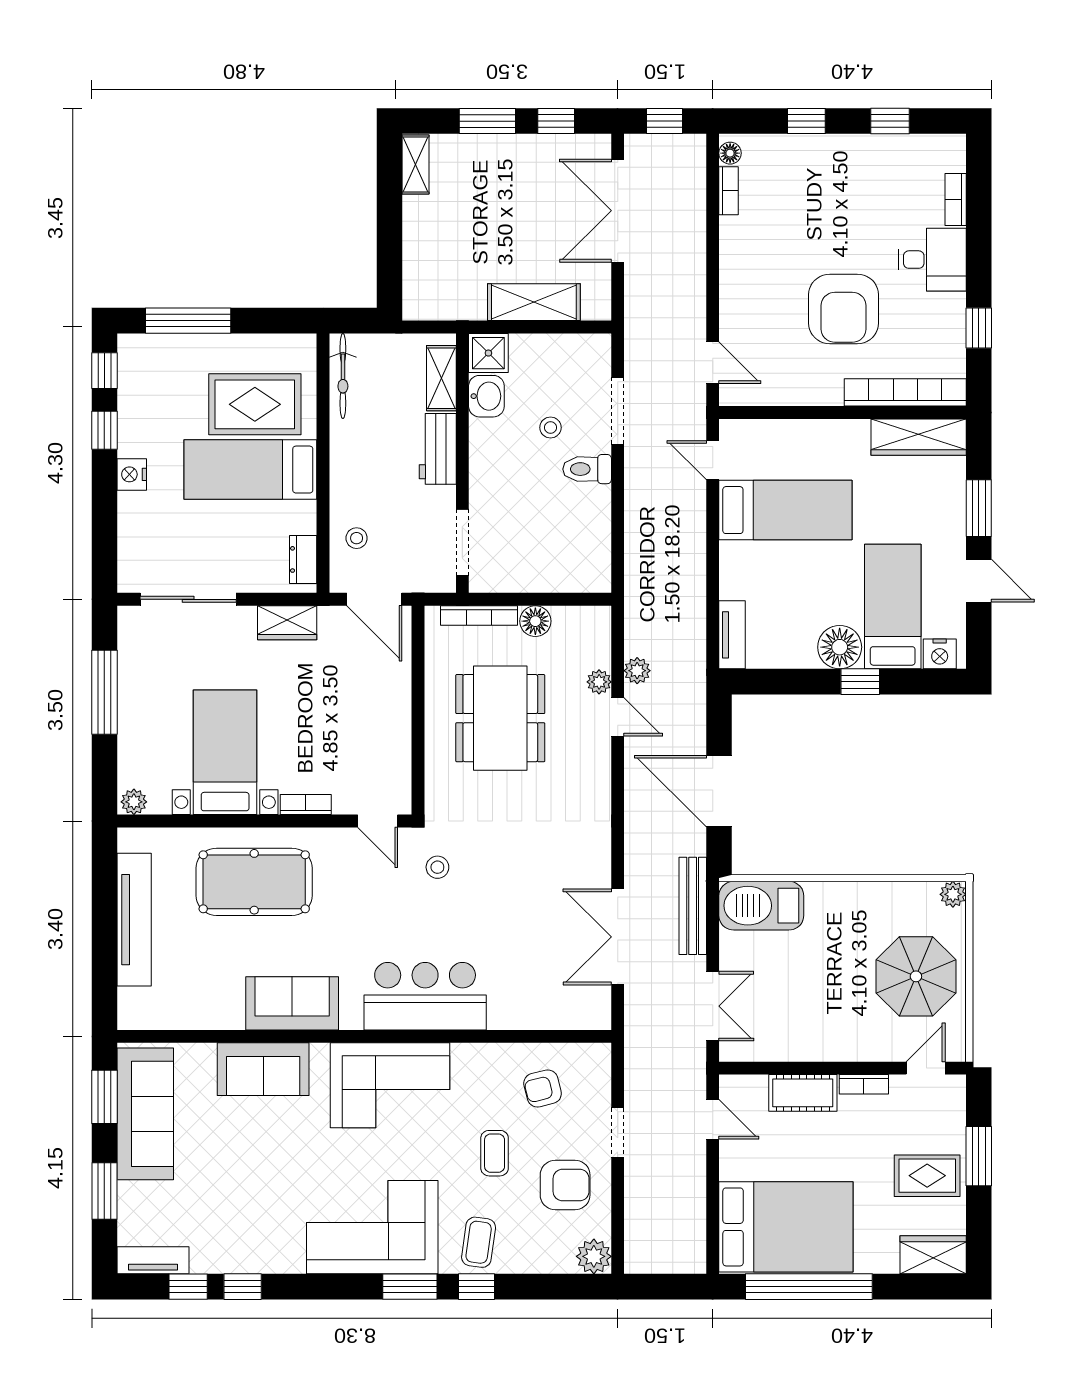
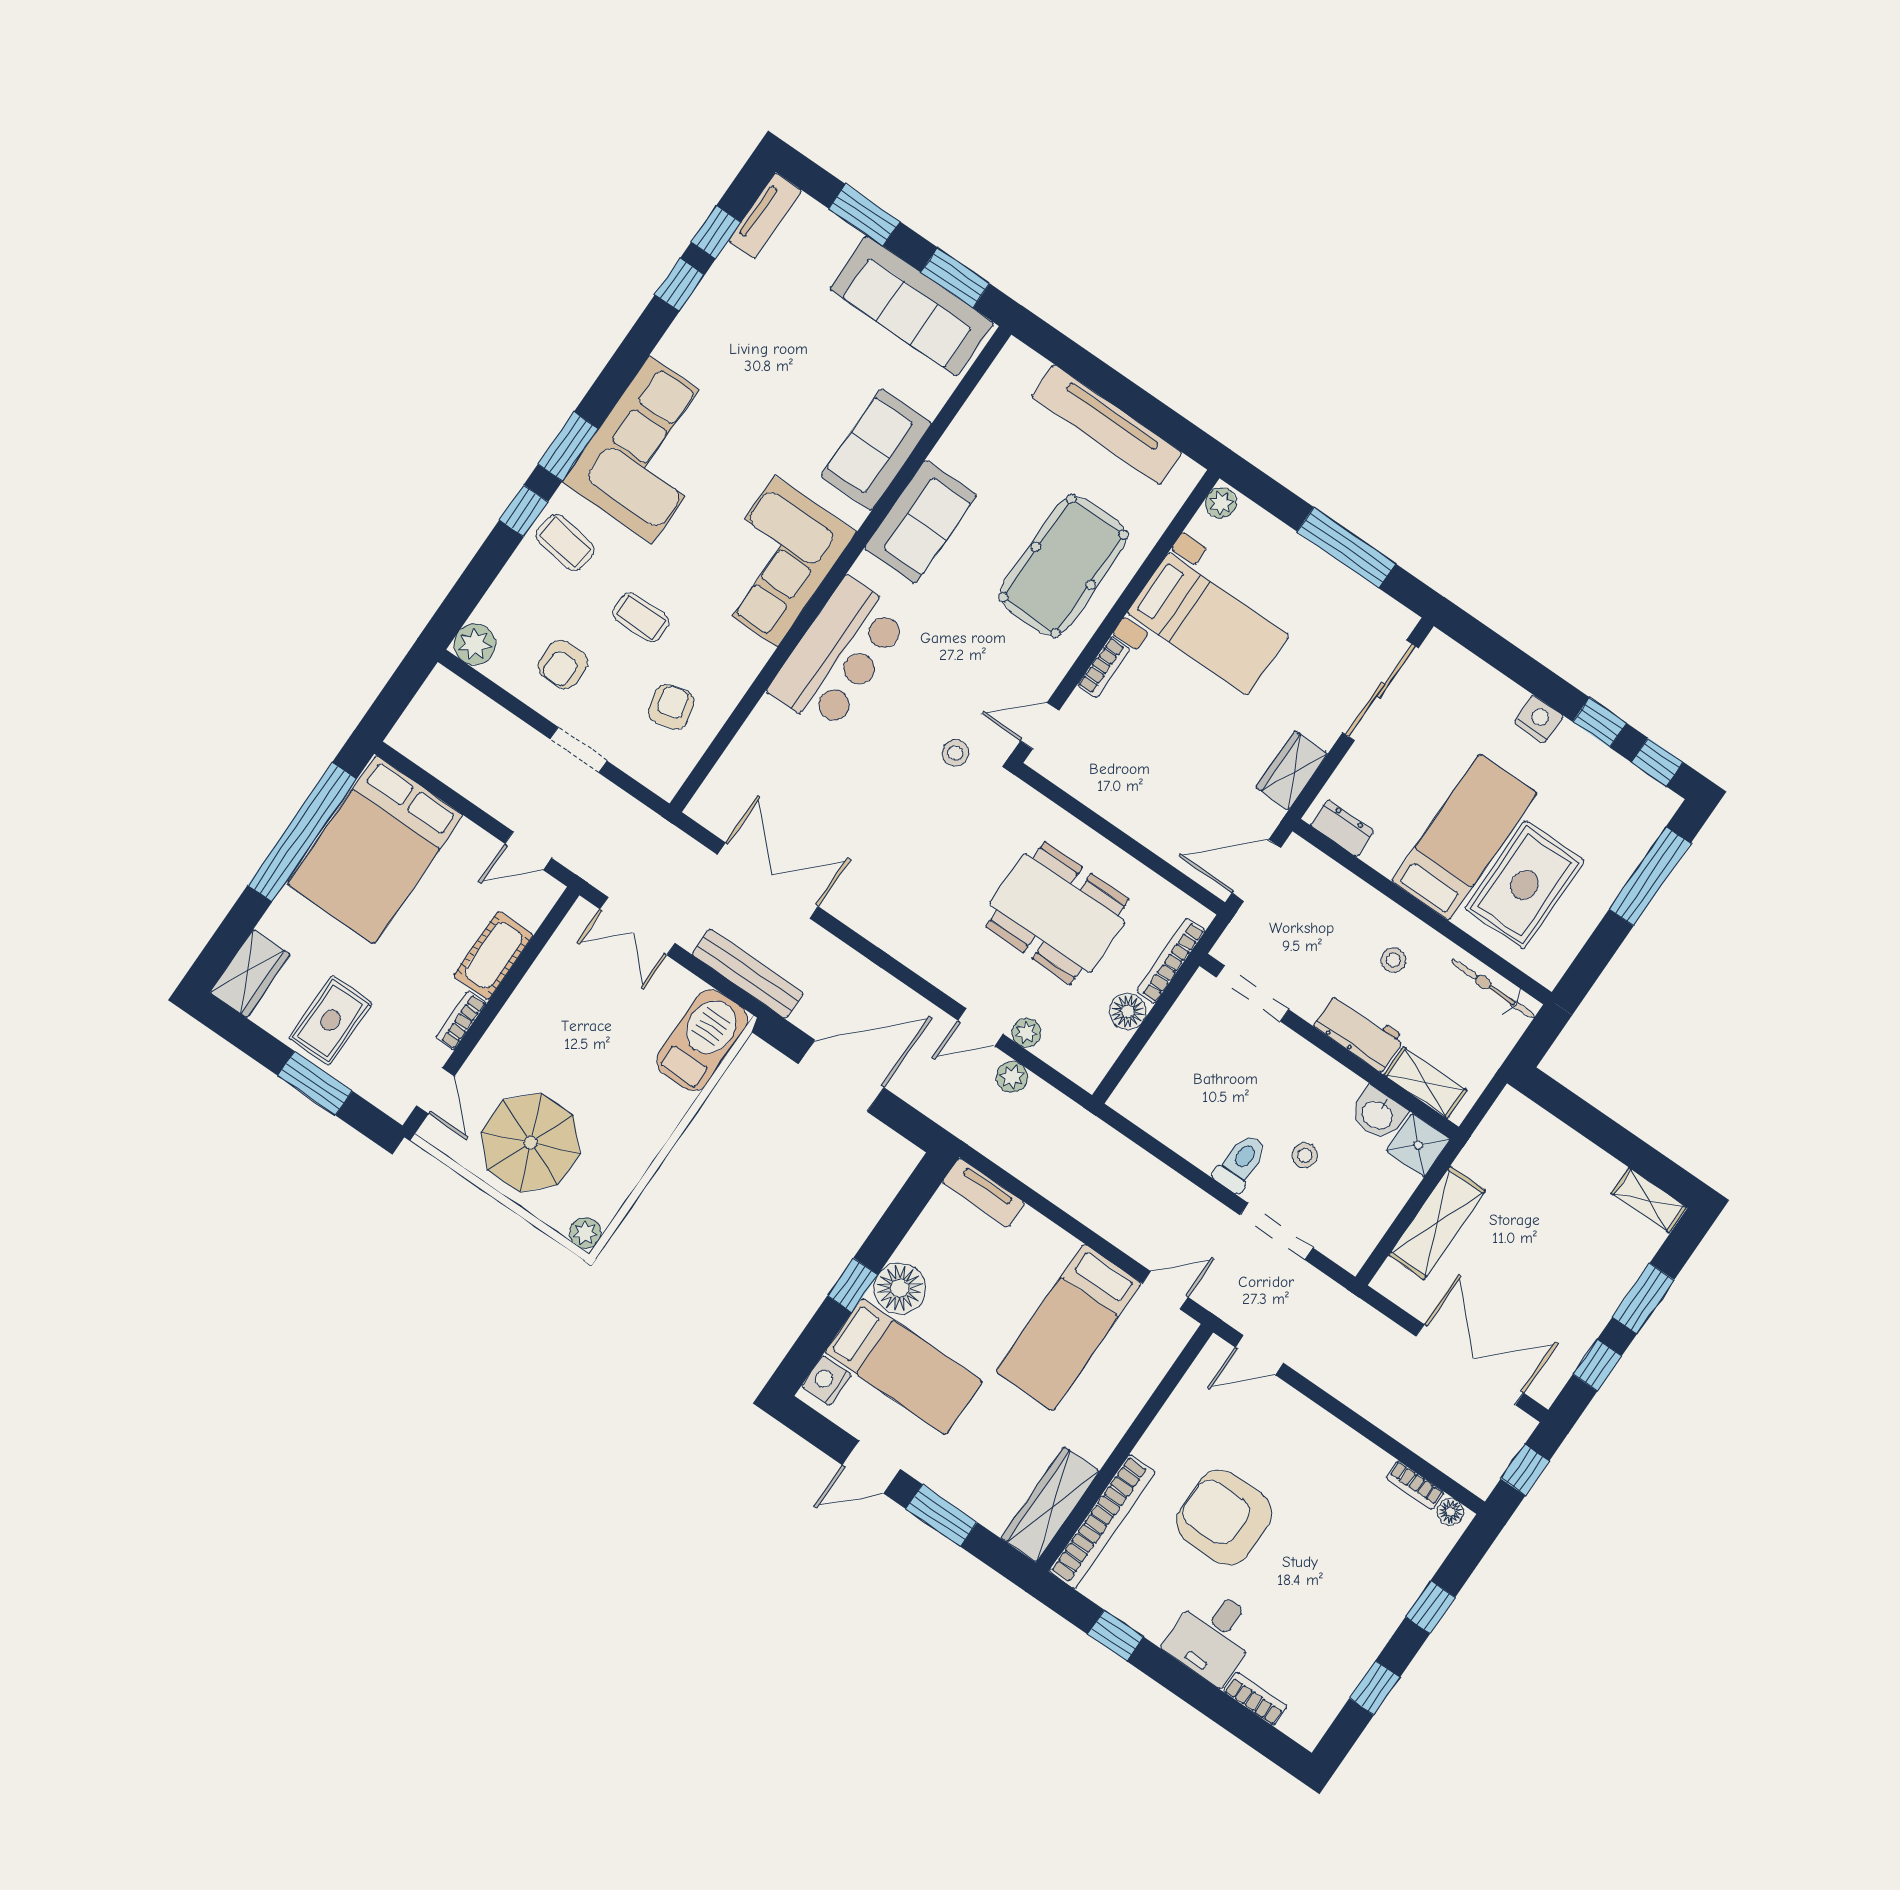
stool: (357, 538) -> (1393, 960), moved
armchair: (565, 1185) -> (563, 664), width x0.72, depth x0.72

